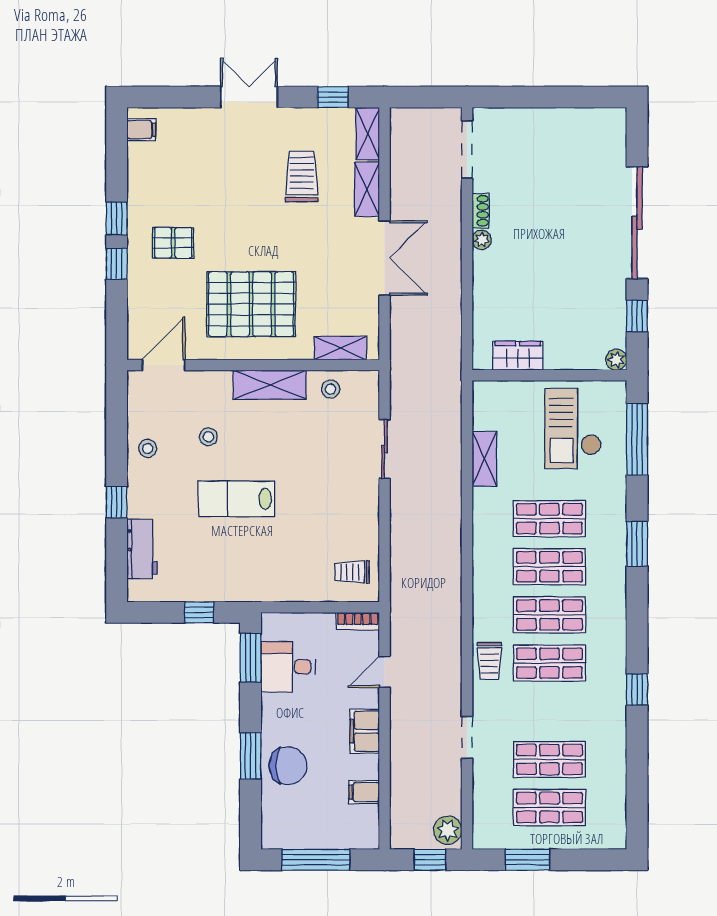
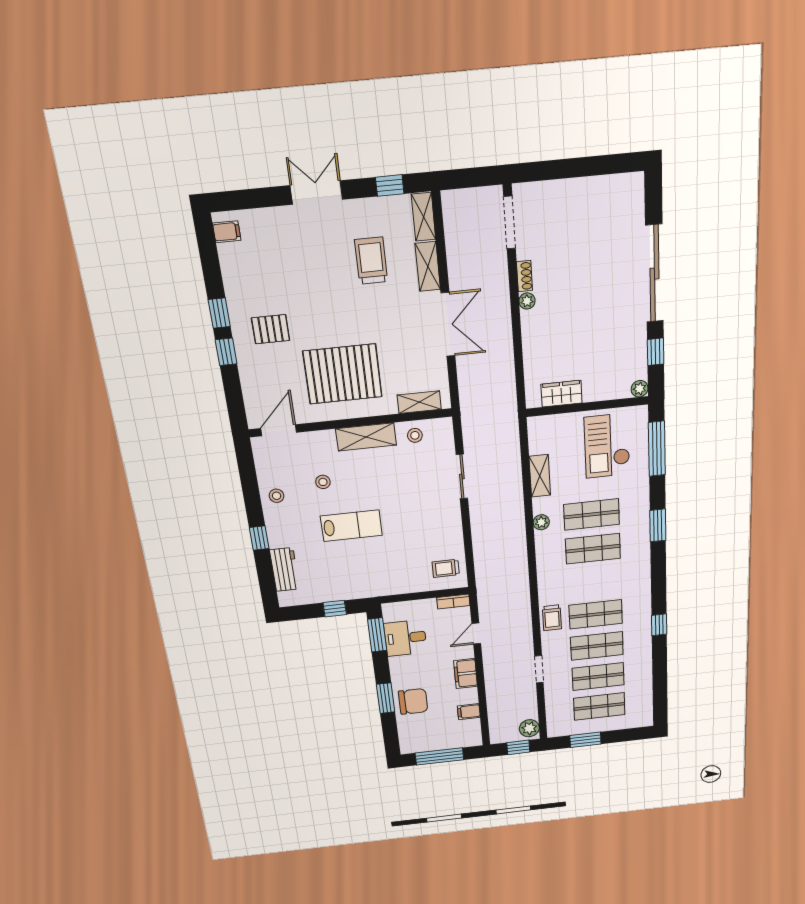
lab bench: (236, 499) -> (351, 526), turned 180
plant: (483, 522) -> (541, 522), added
shop shelf: (549, 615) -> (597, 646), moved

